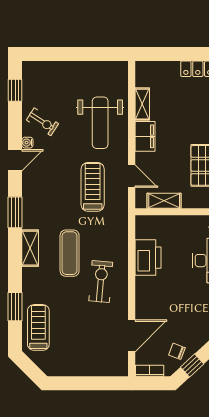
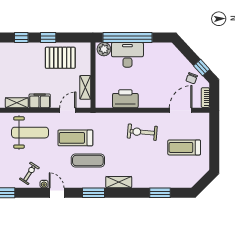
exercise mat: (70, 253) -> (88, 160), moved
treadmill: (38, 327) -> (184, 147), moved
door: (132, 336) -> (181, 110), hinge flipped

